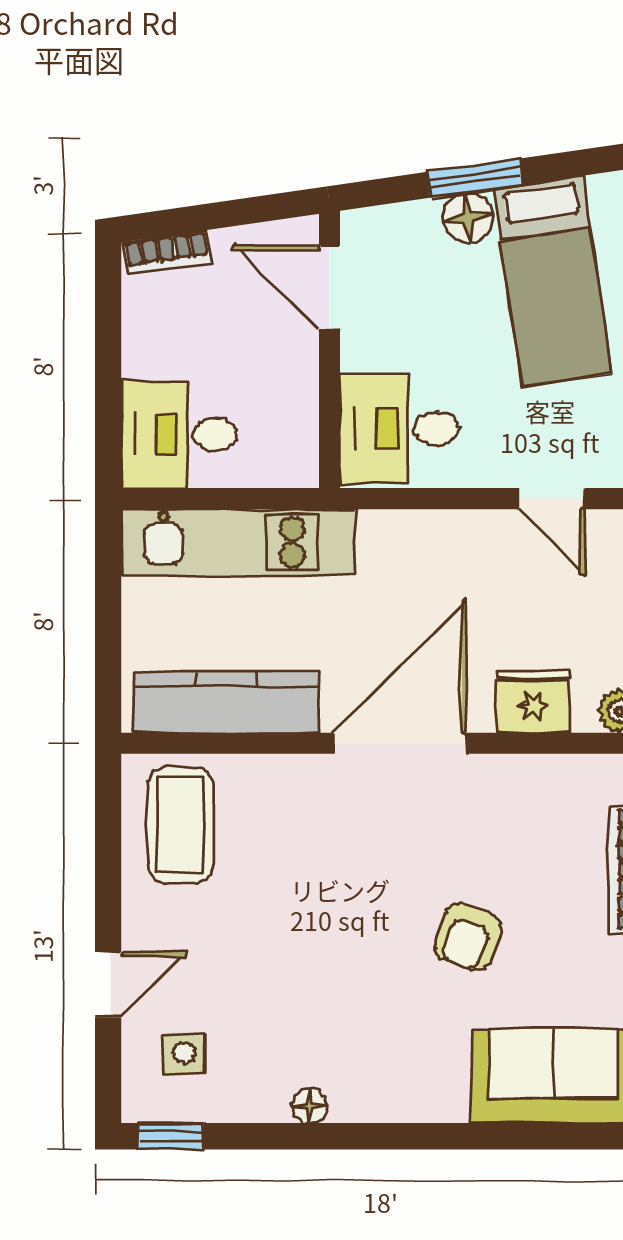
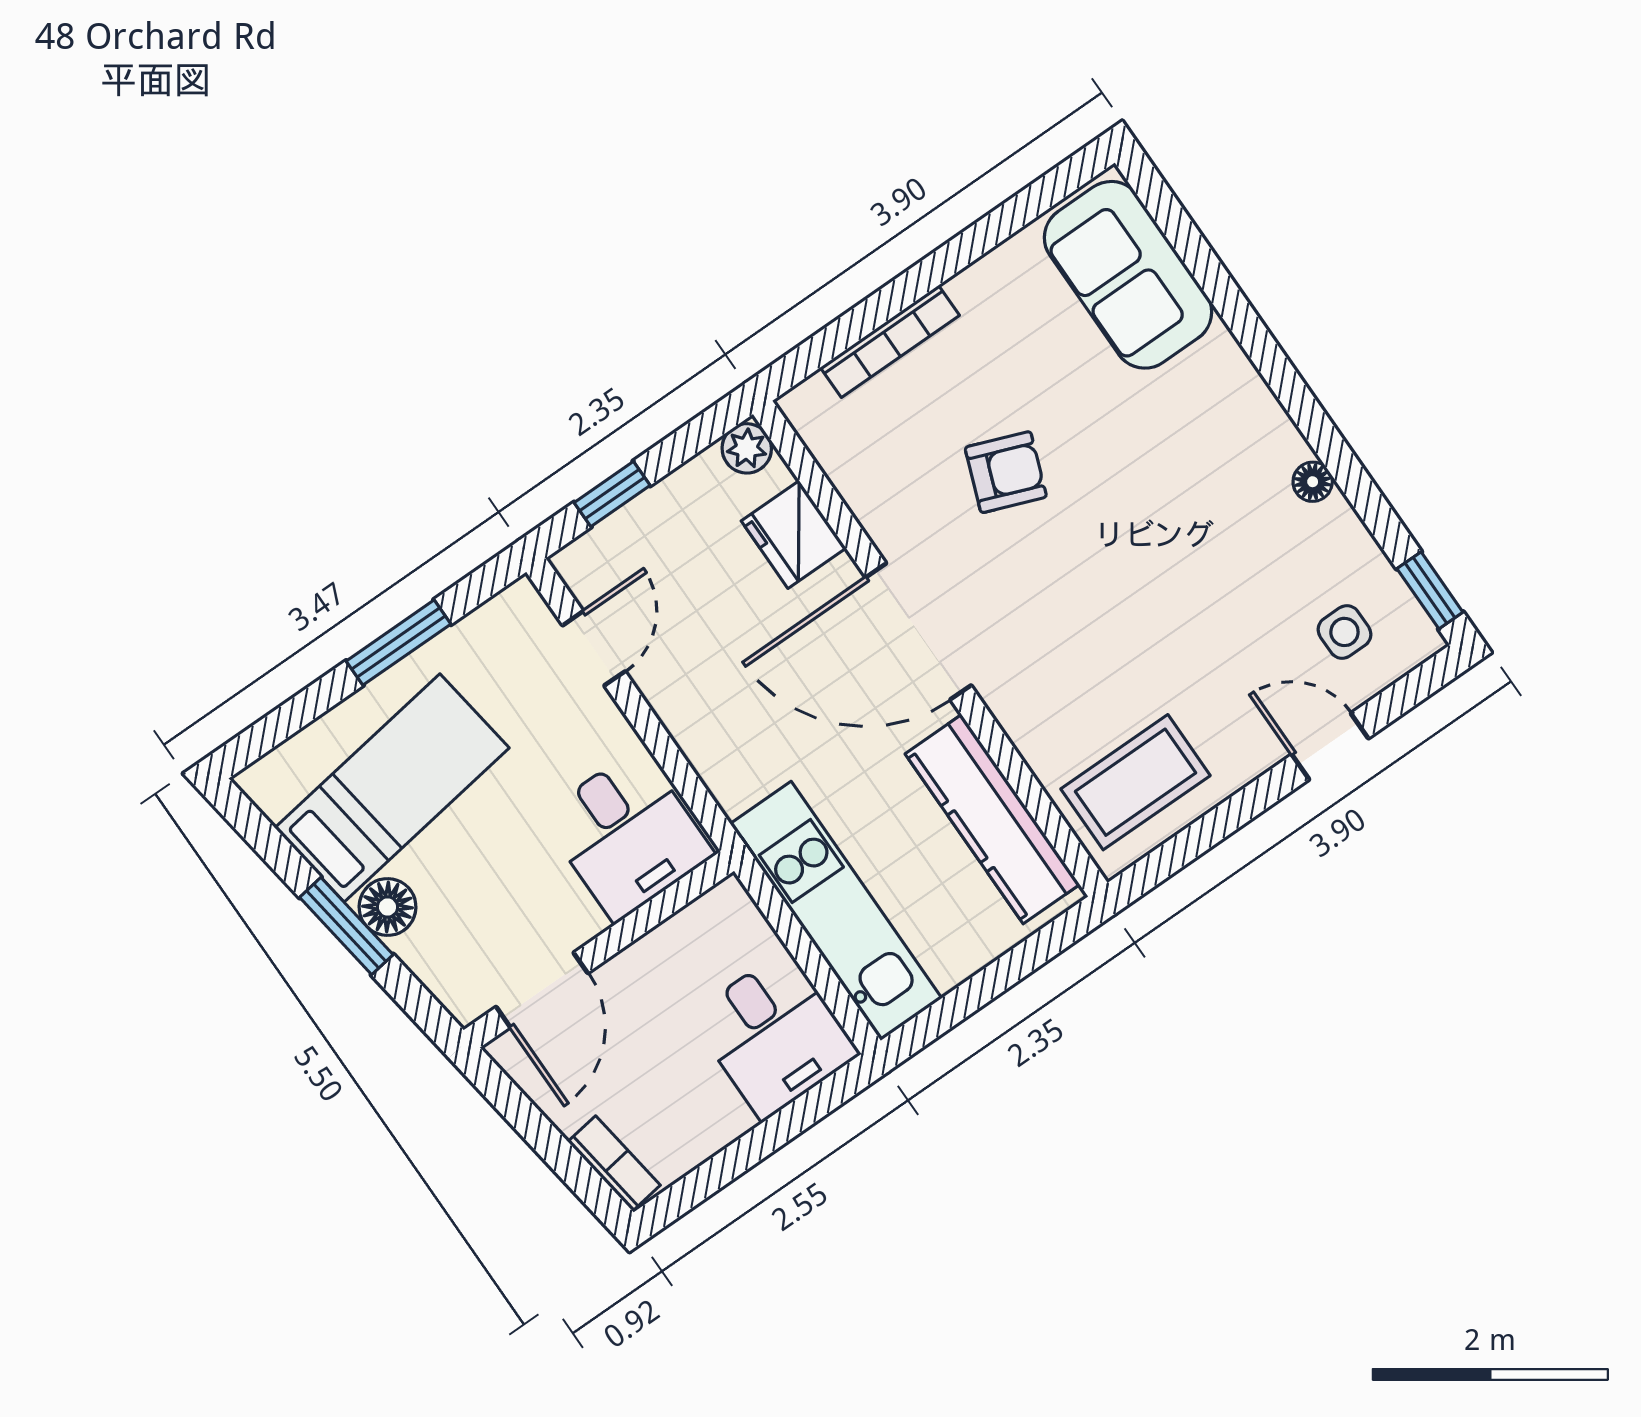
armchair: (468, 937) -> (1006, 472), moved

